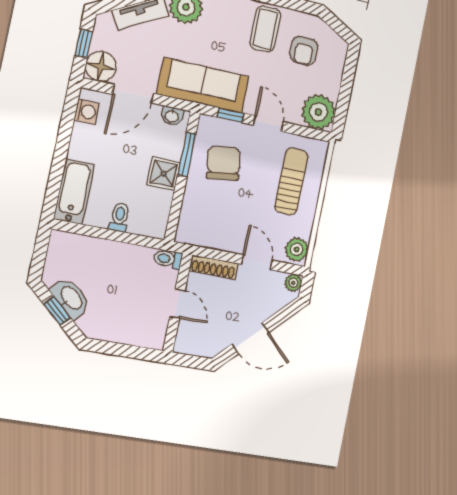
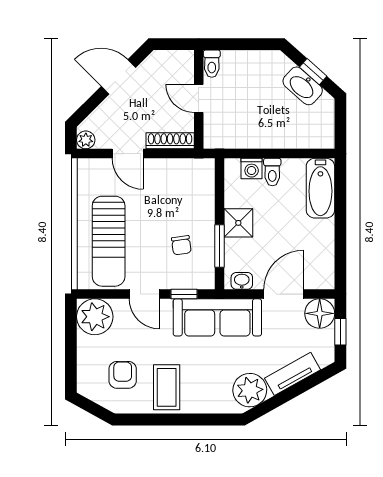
washing machine: (87, 112) -> (252, 168), moved, turned -90
chair: (223, 163) -> (181, 245), width x0.54, depth x0.54
sun lounger: (291, 181) -> (109, 241), width x1.36, depth x1.34
plant: (297, 249) -> (89, 174), removed
toilet: (168, 259) -> (212, 64), moved, turned 90

